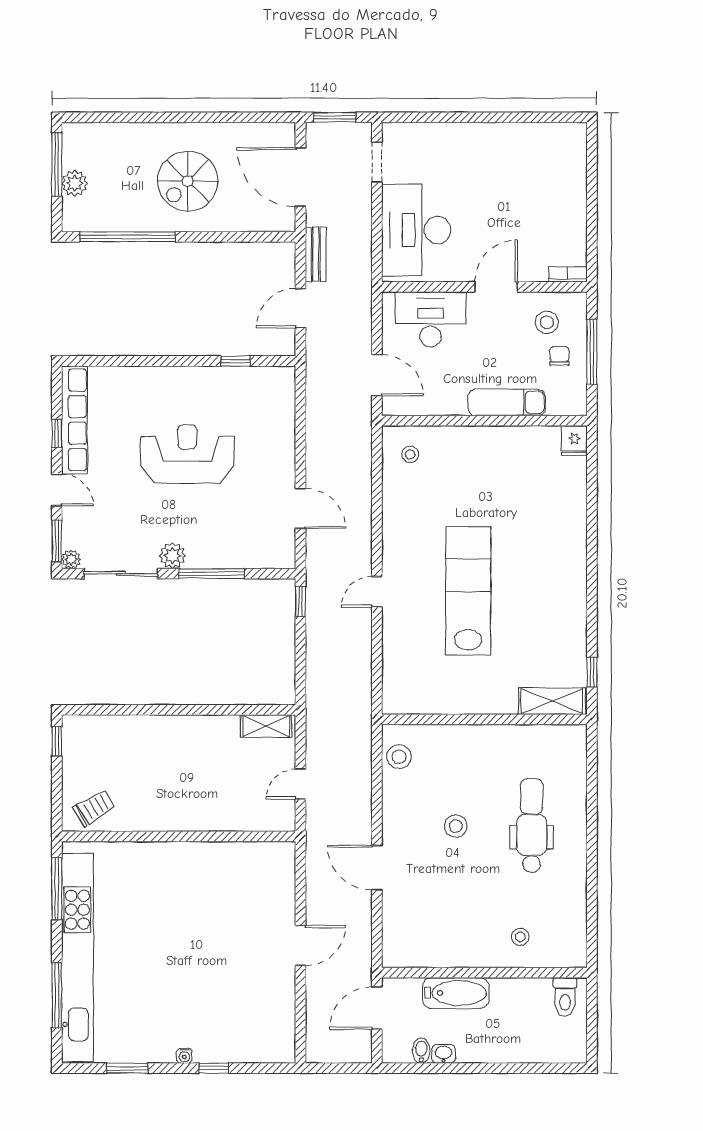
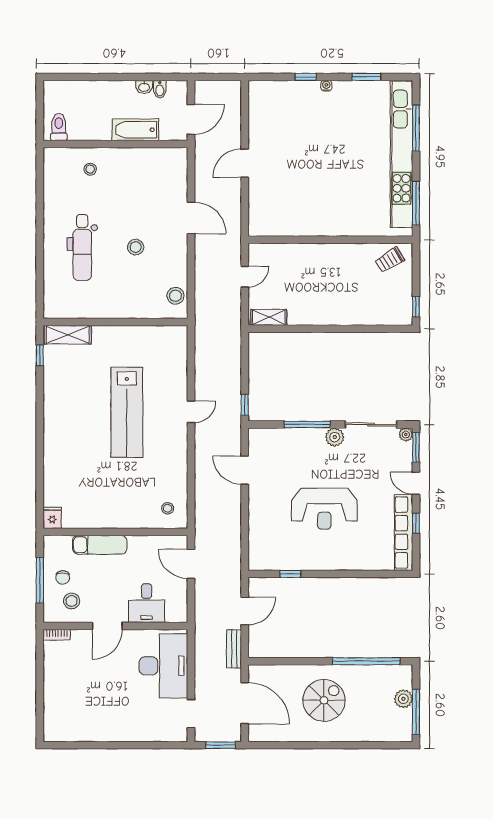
desk: (430, 319) -> (147, 603), width x0.73

